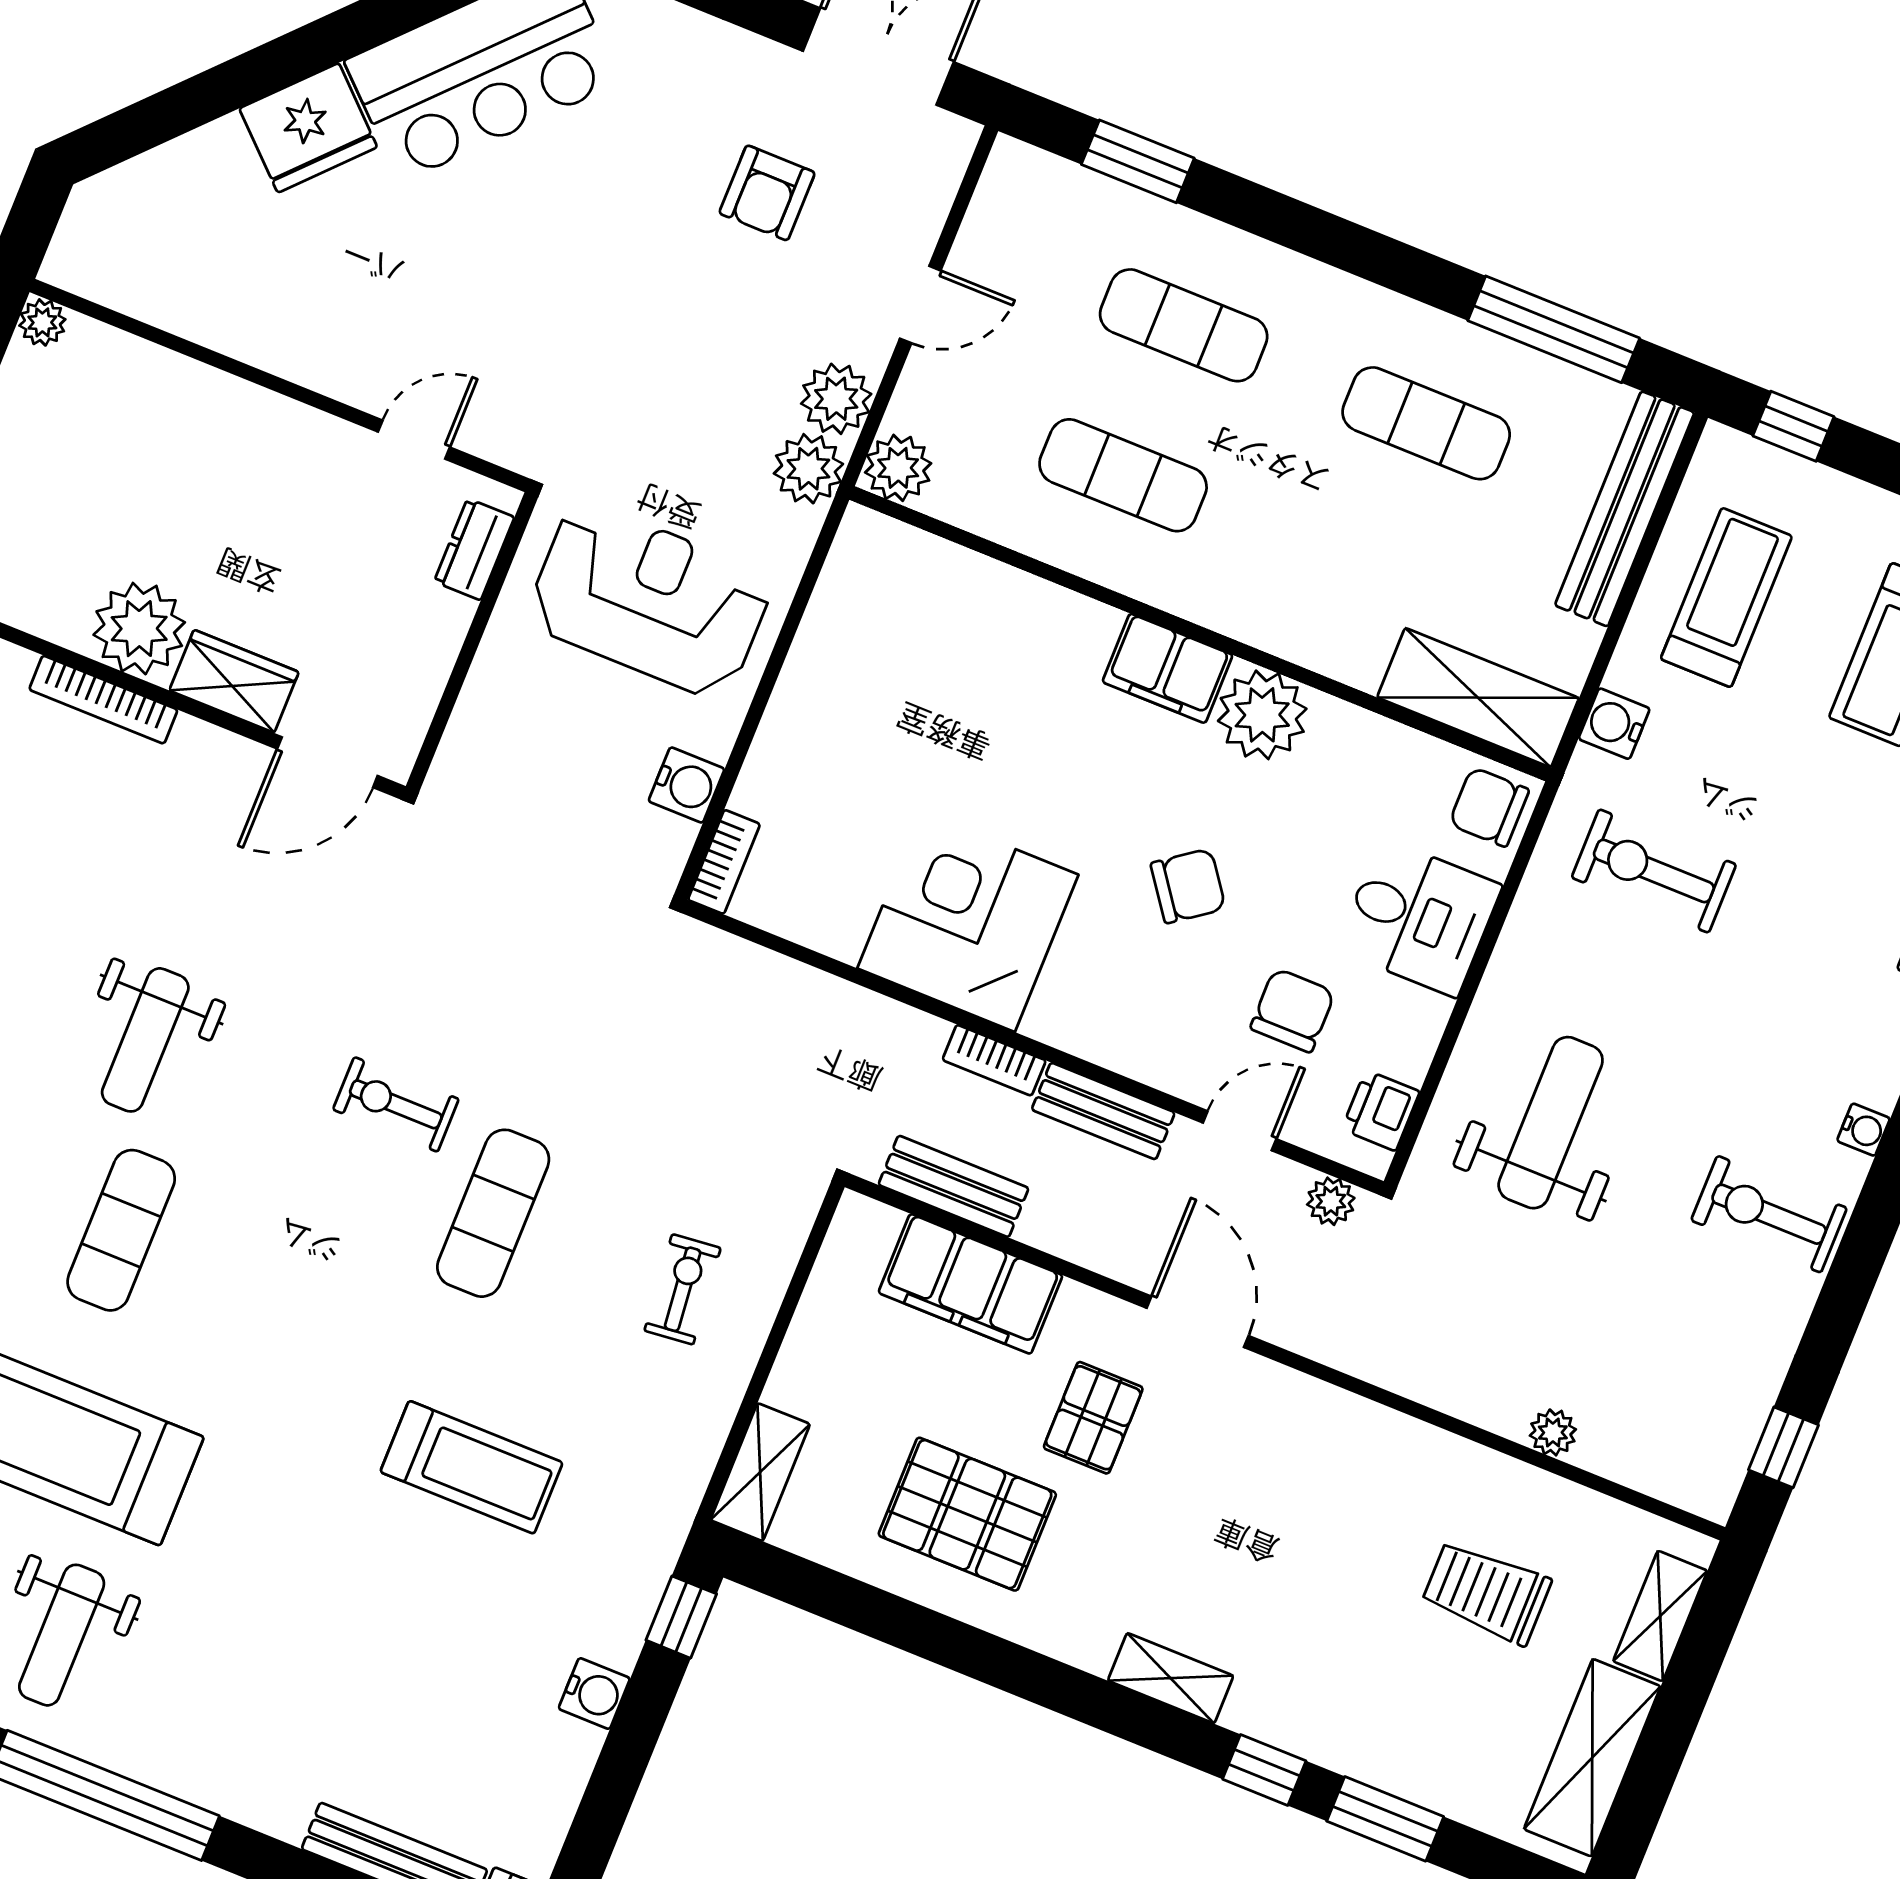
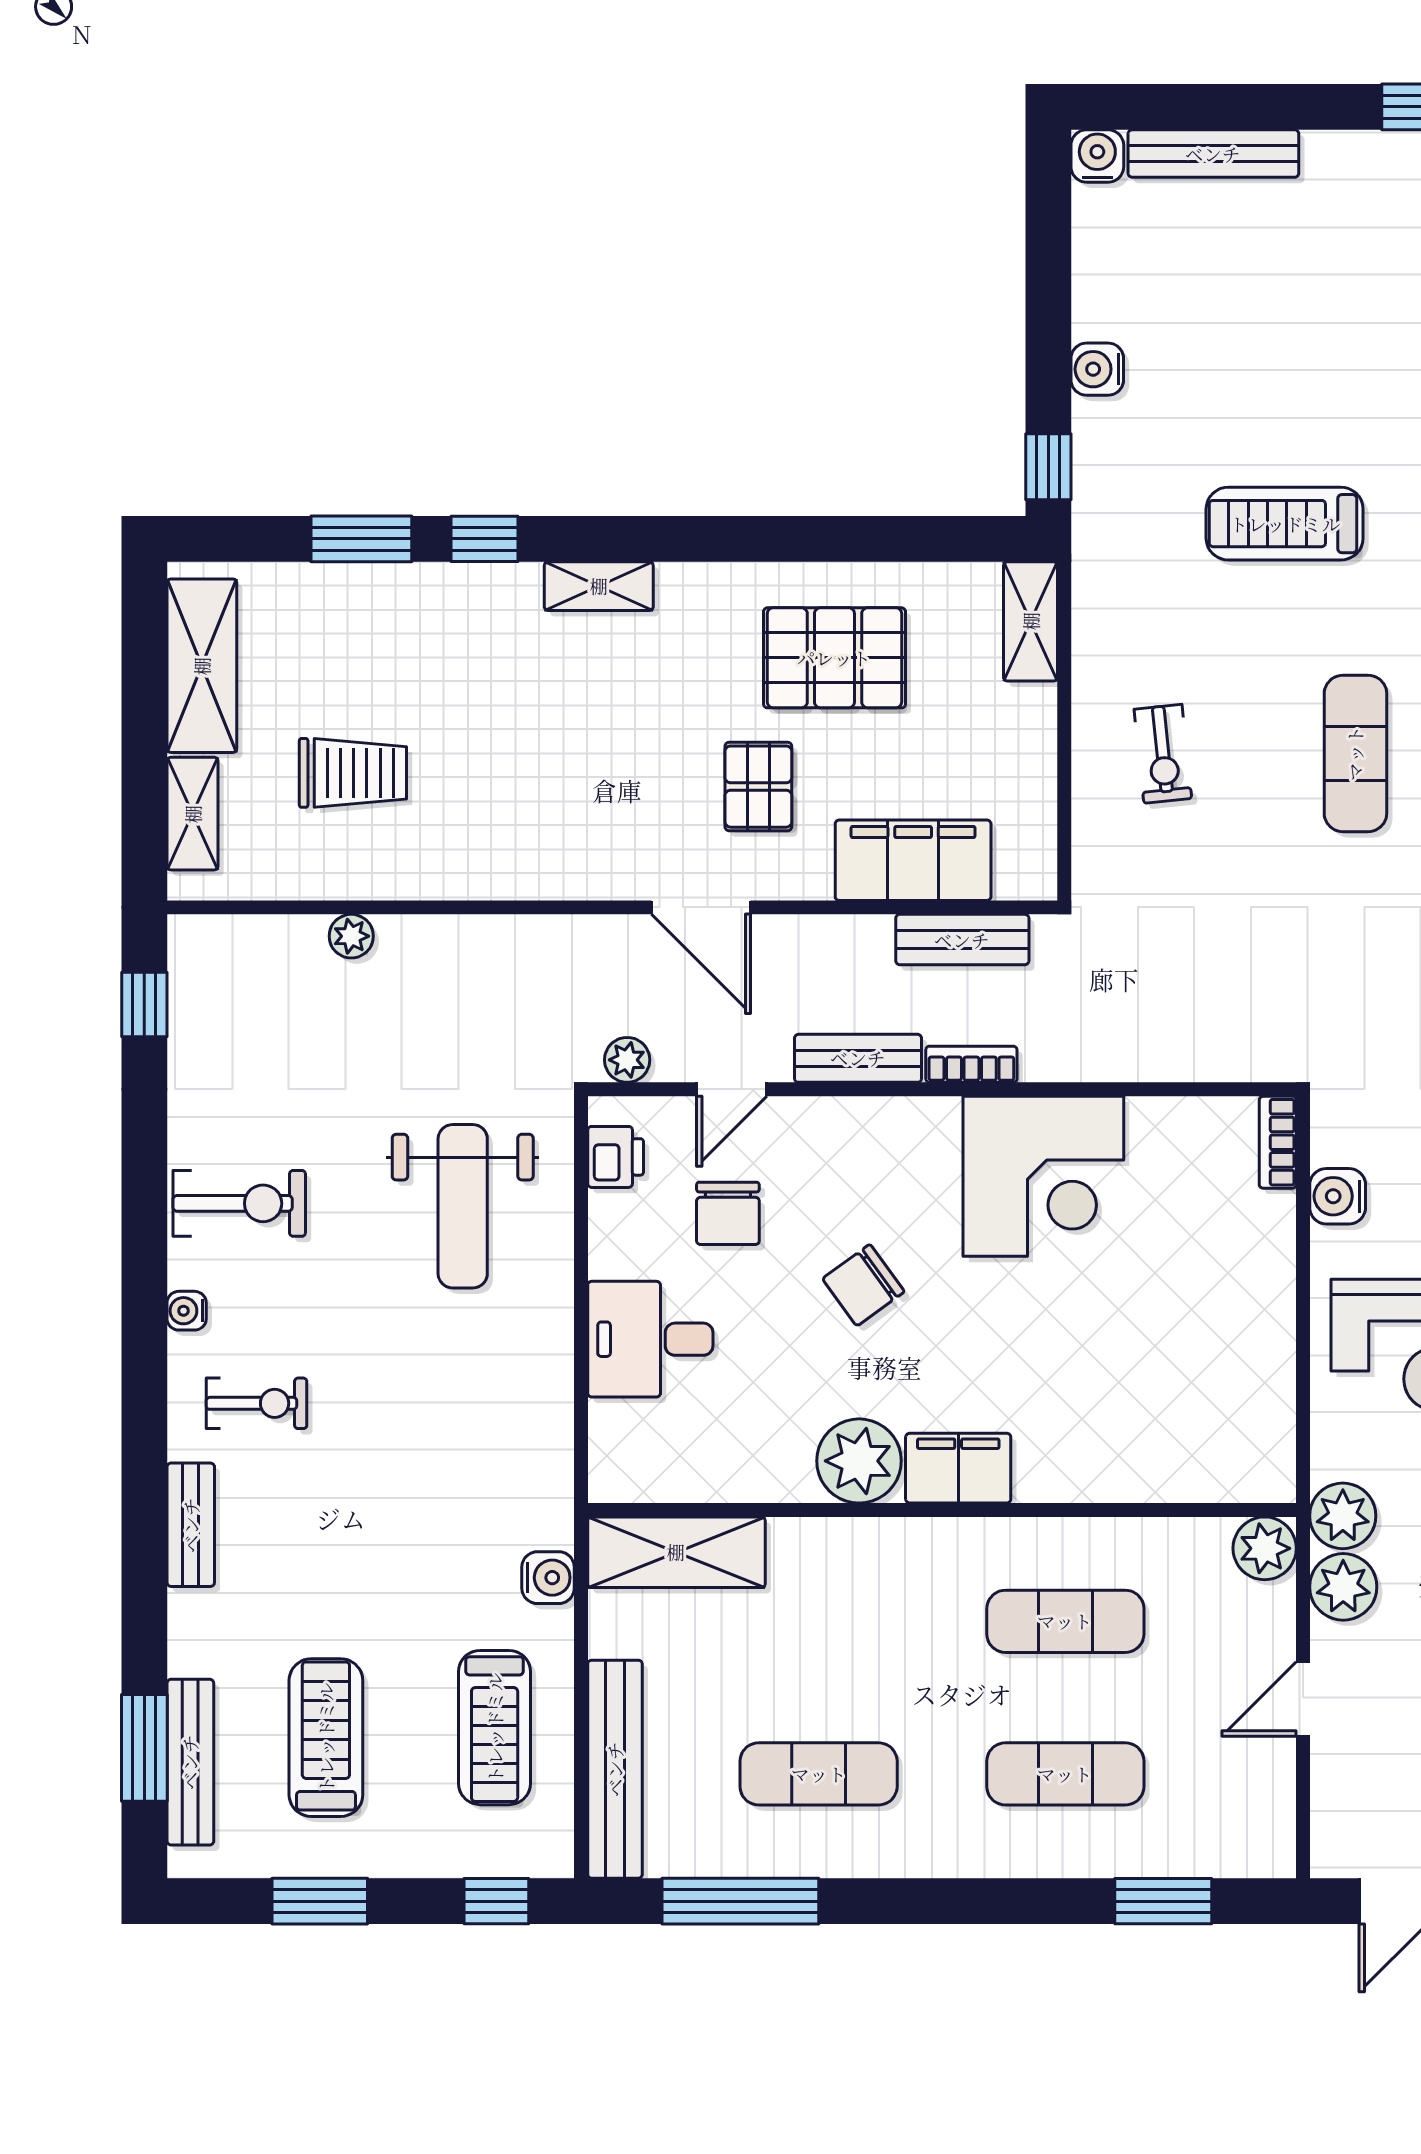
chair: (1489, 807) -> (628, 1461), removed
exercise bike: (1654, 871) -> (256, 1403), moved, width x0.73, depth x0.72

